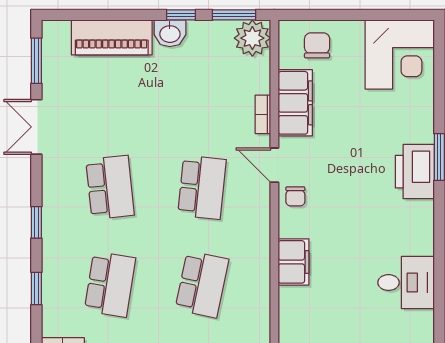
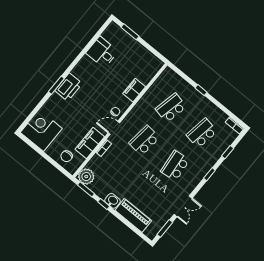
door: (274, 165) -> (114, 128), swing flipped

